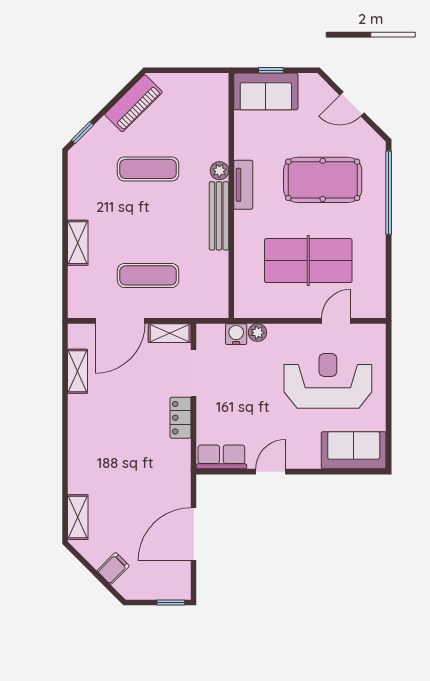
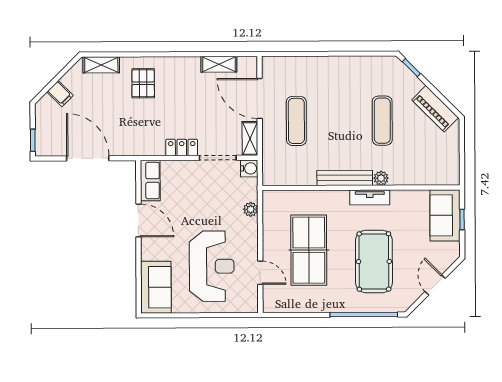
shelving: (78, 243) -> (323, 64), removed
water cooler: (236, 334) -> (249, 168), moved
pallet: (101, 465) -> (143, 83), added
door: (271, 472) -> (138, 220), width x1.38

